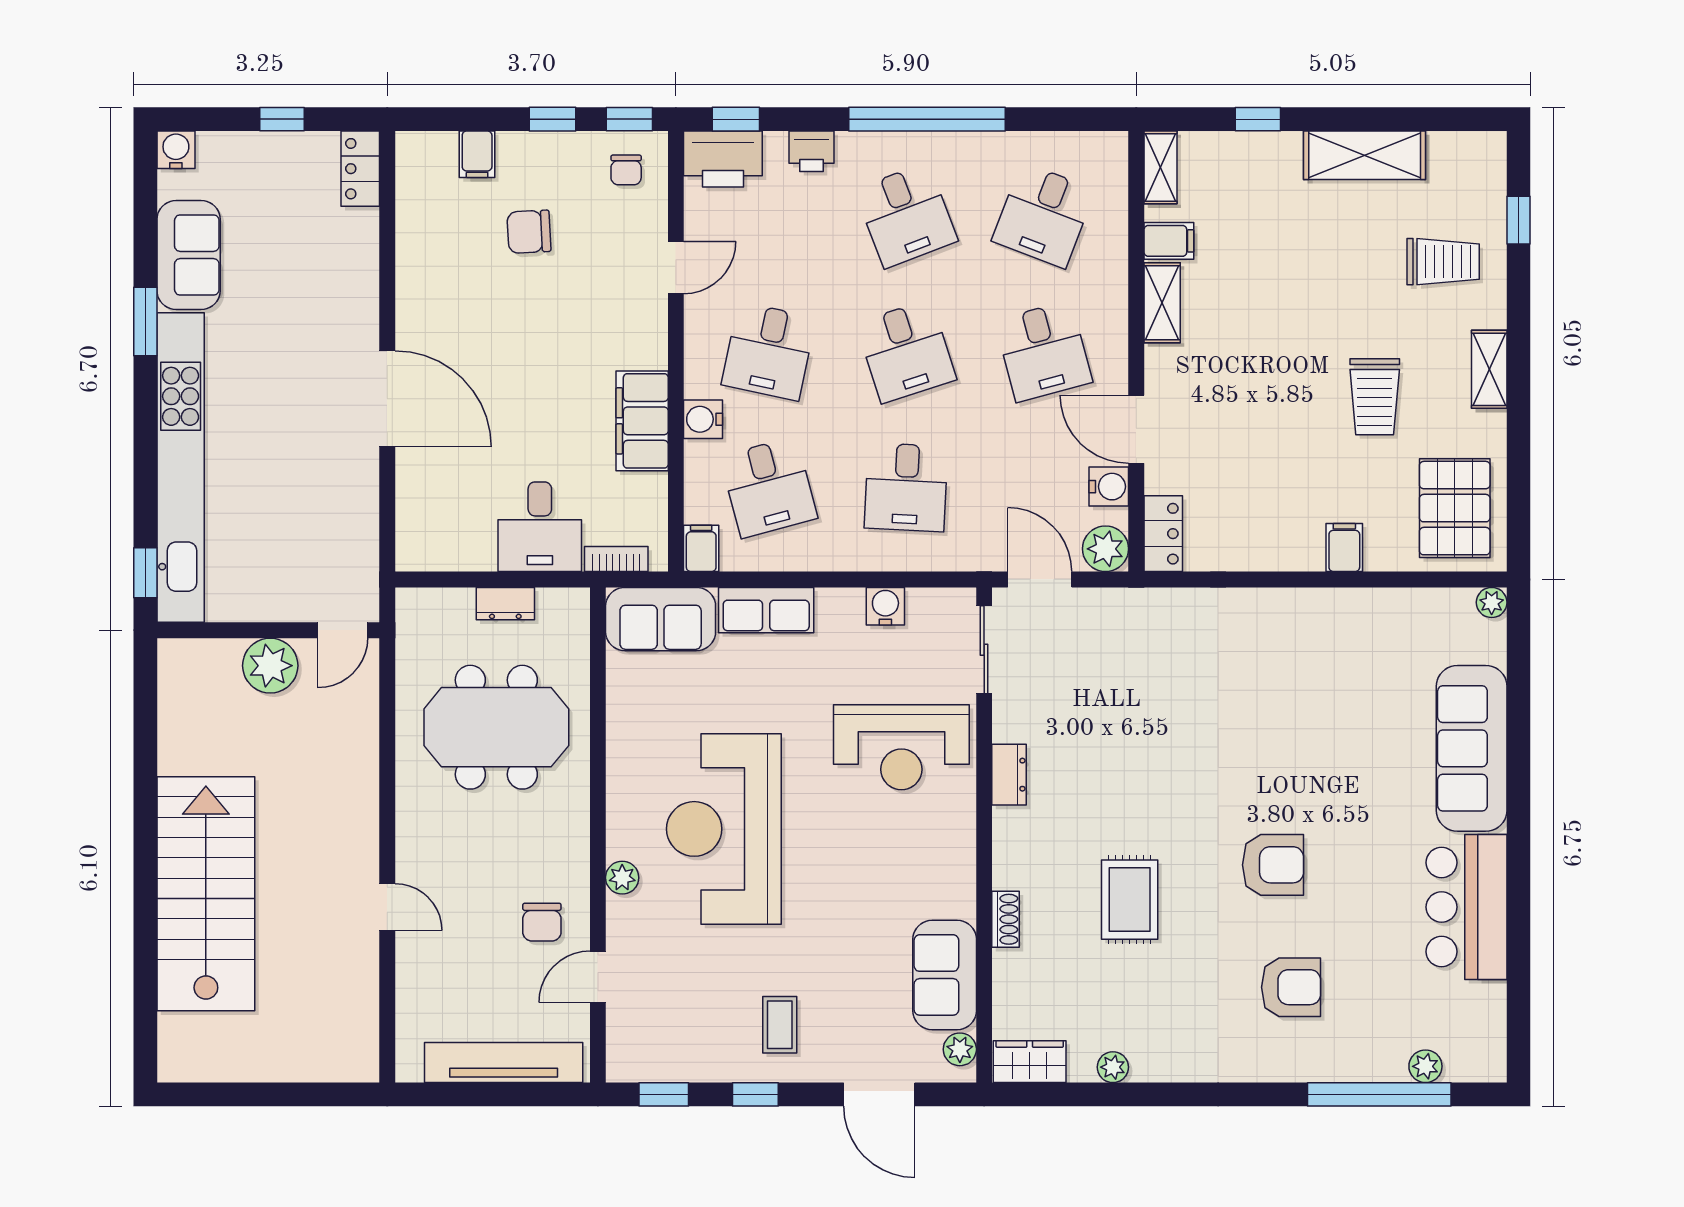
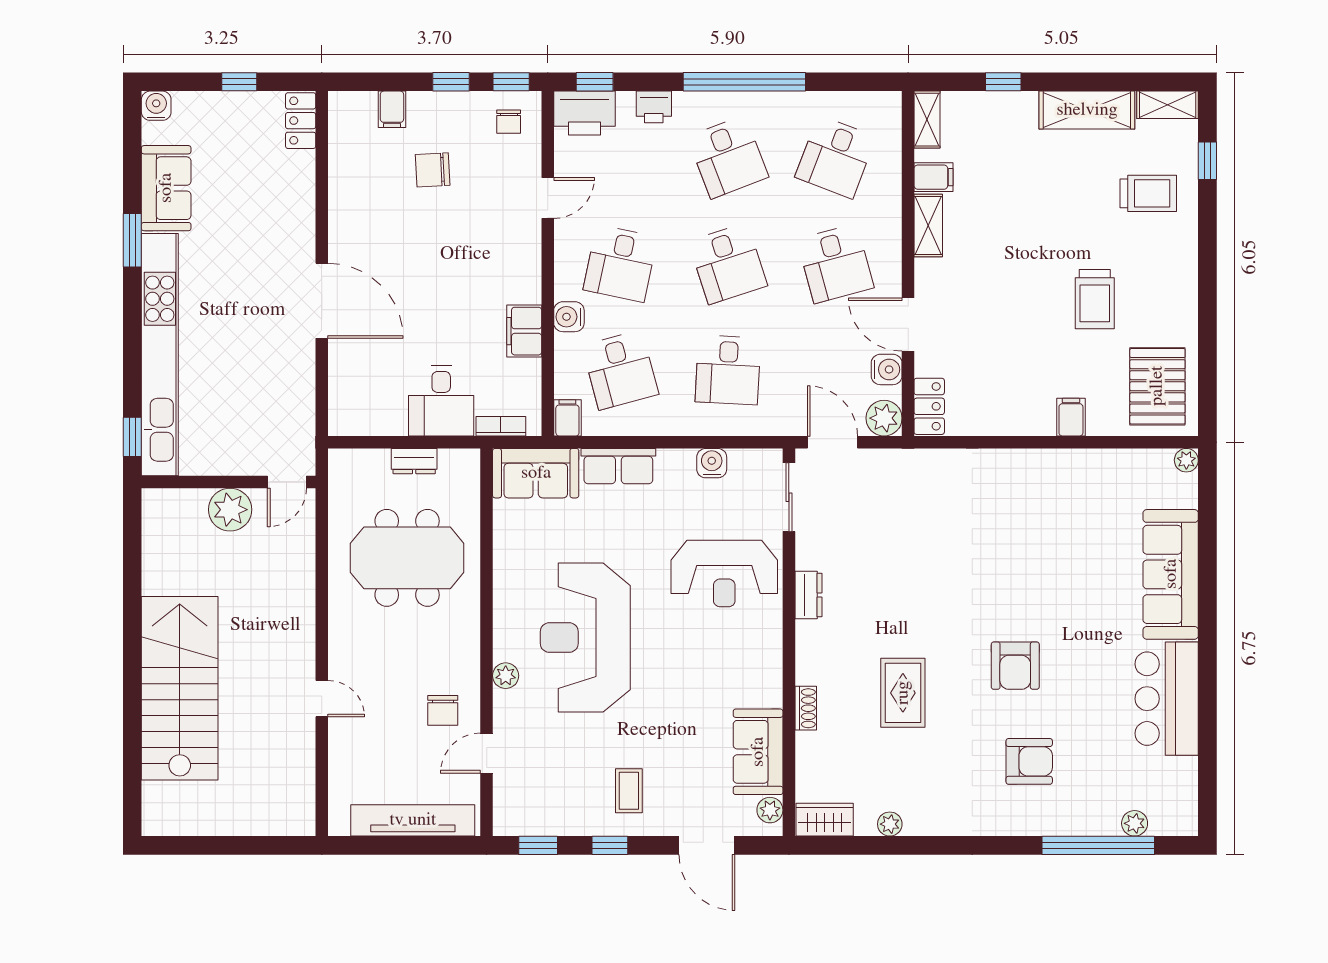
shelving: (1489, 369) -> (1168, 105), moved, turned 90
filing cabinet: (642, 421) -> (524, 331), width x0.67, depth x0.86
armchair: (1273, 865) -> (1015, 666), turned 90

